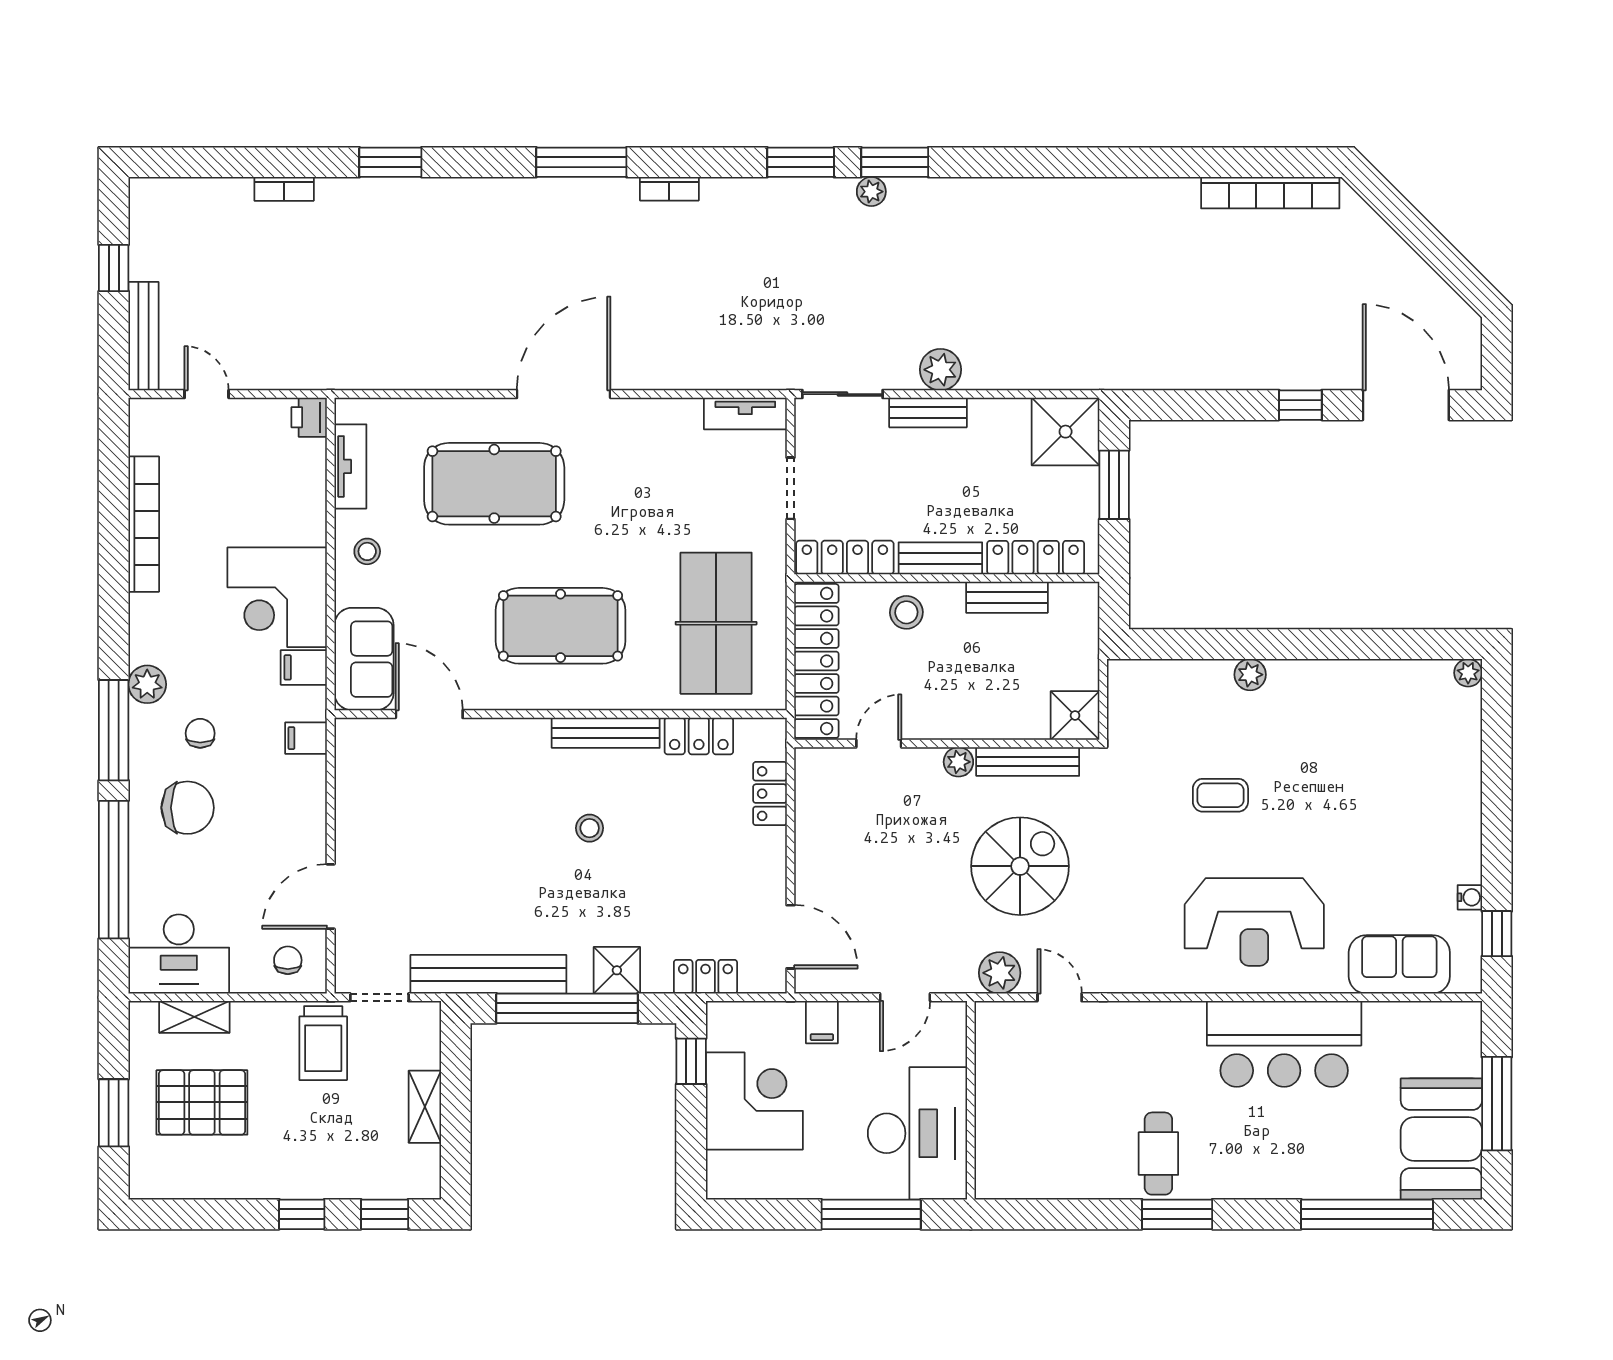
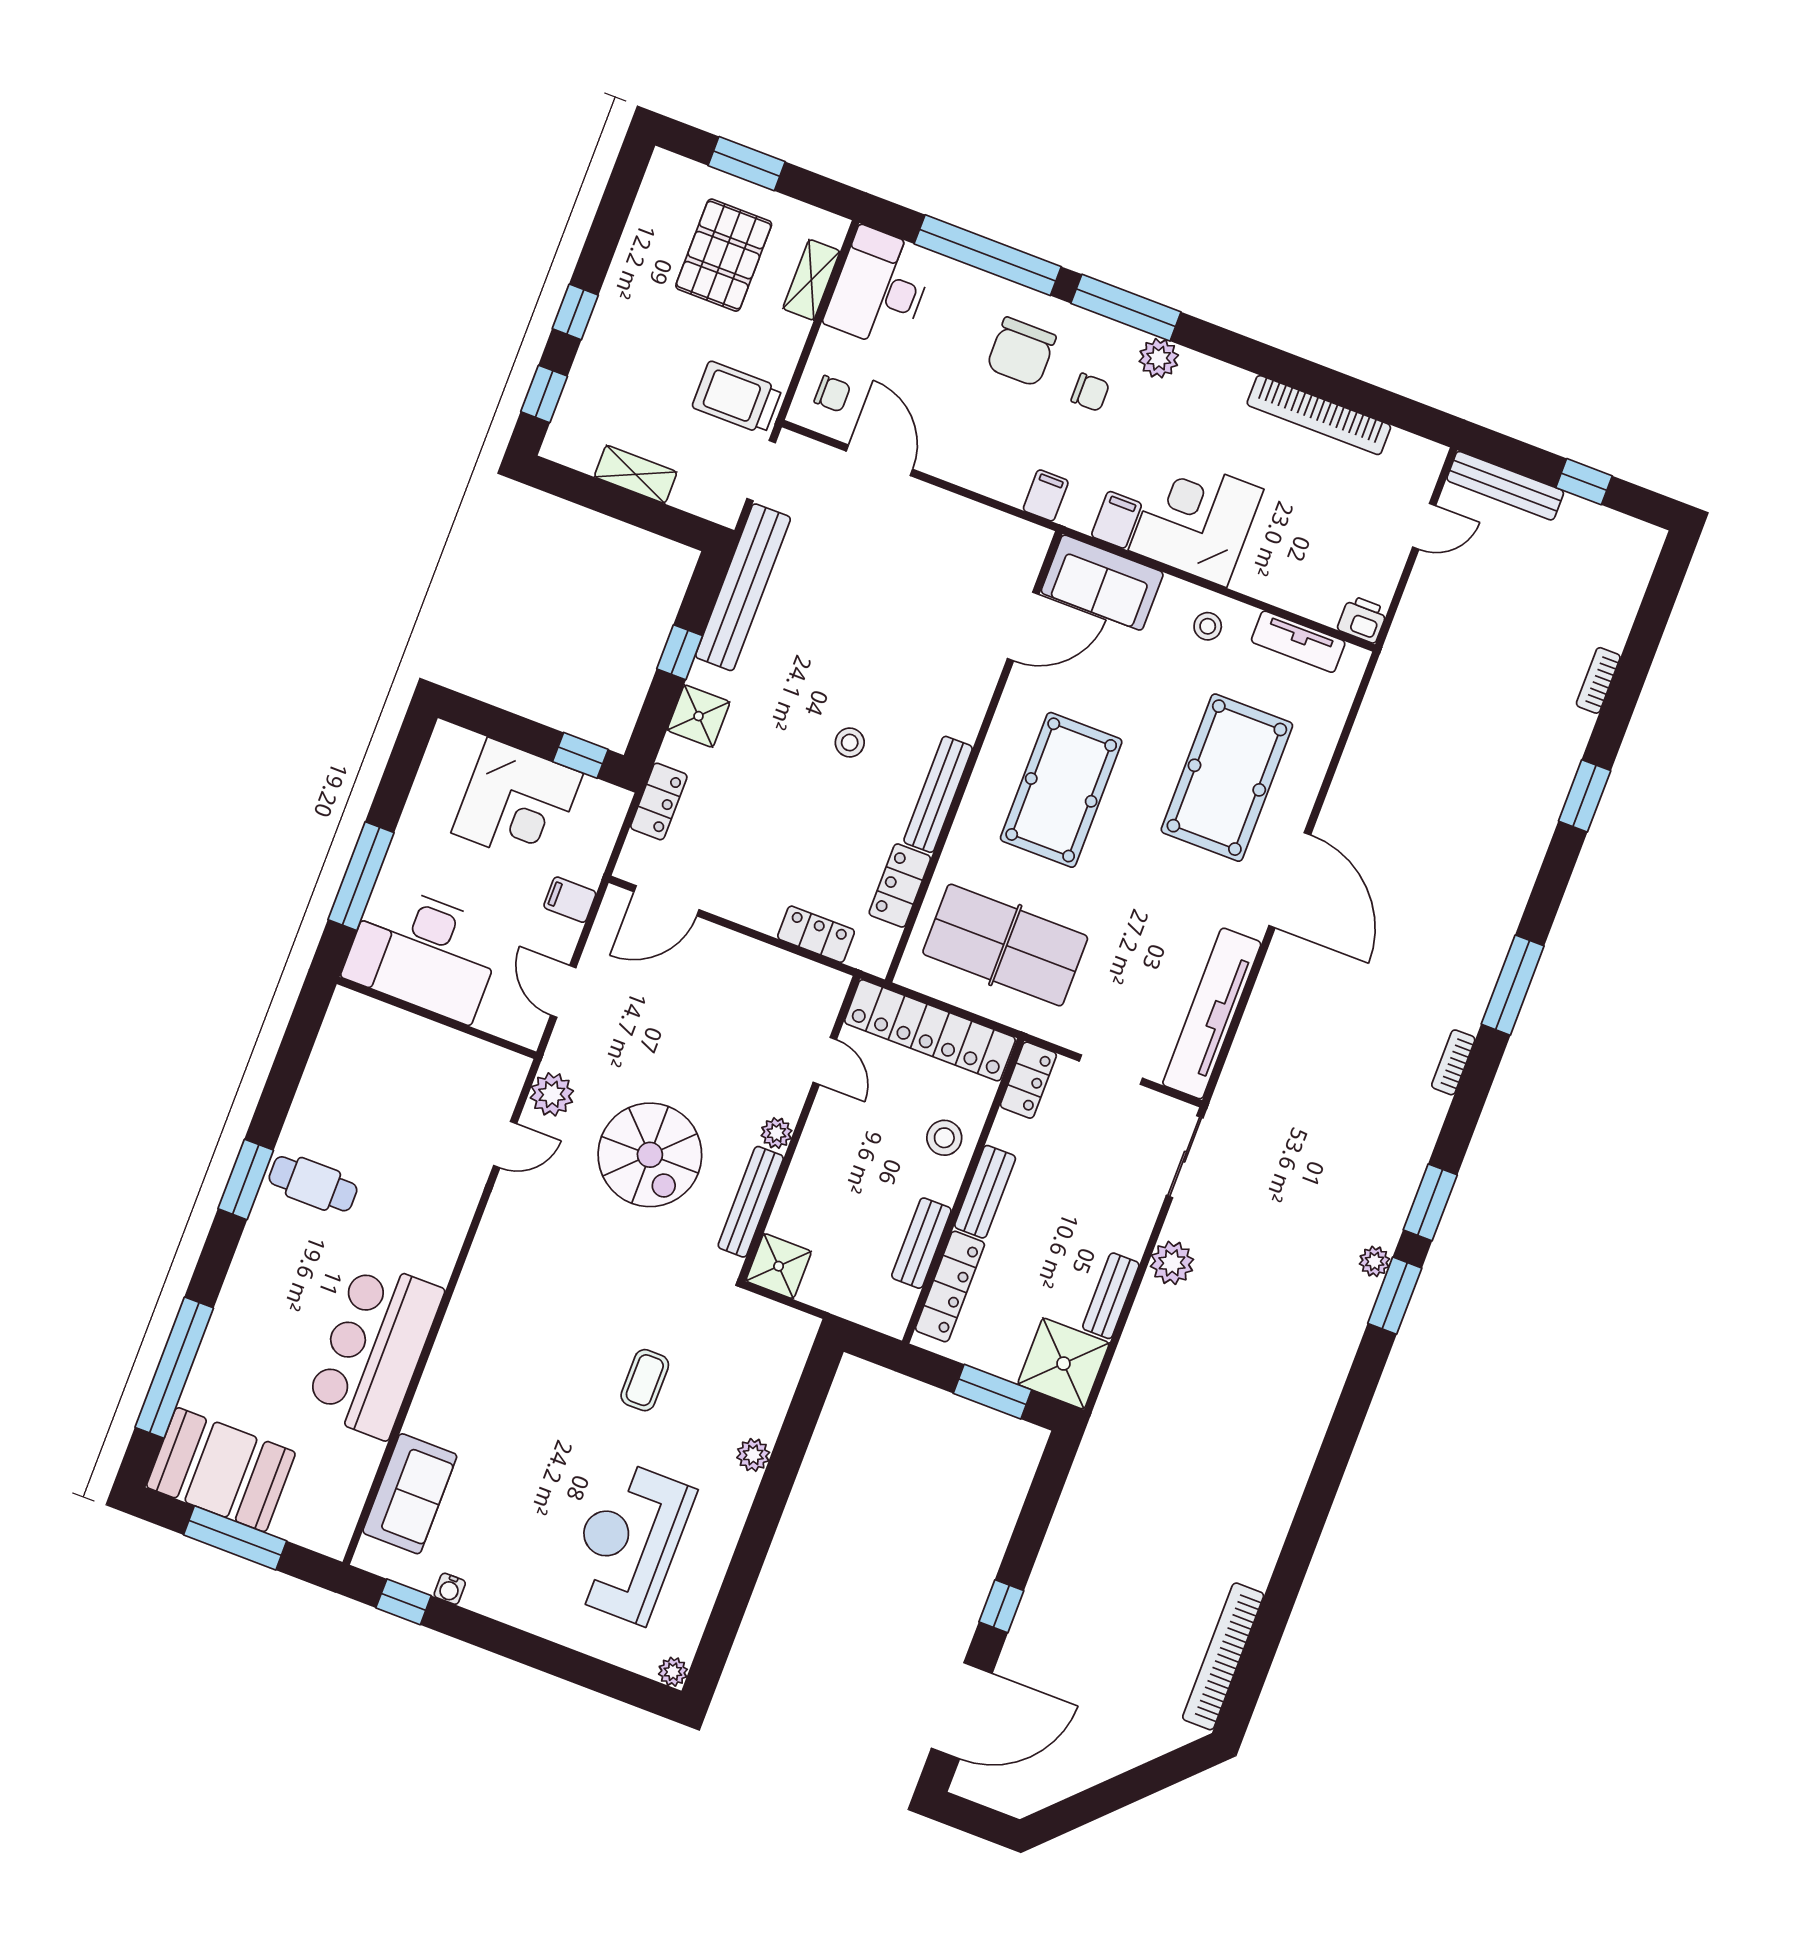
bench: (928, 413) -> (1111, 1296), moved
tv unit: (745, 414) -> (1212, 1014), width x1.92, depth x1.29
locker: (845, 557) -> (1028, 1080), width x0.66
reception desk: (1254, 922) -> (629, 1542), moved
window: (567, 1008) -> (680, 652), width x0.32

